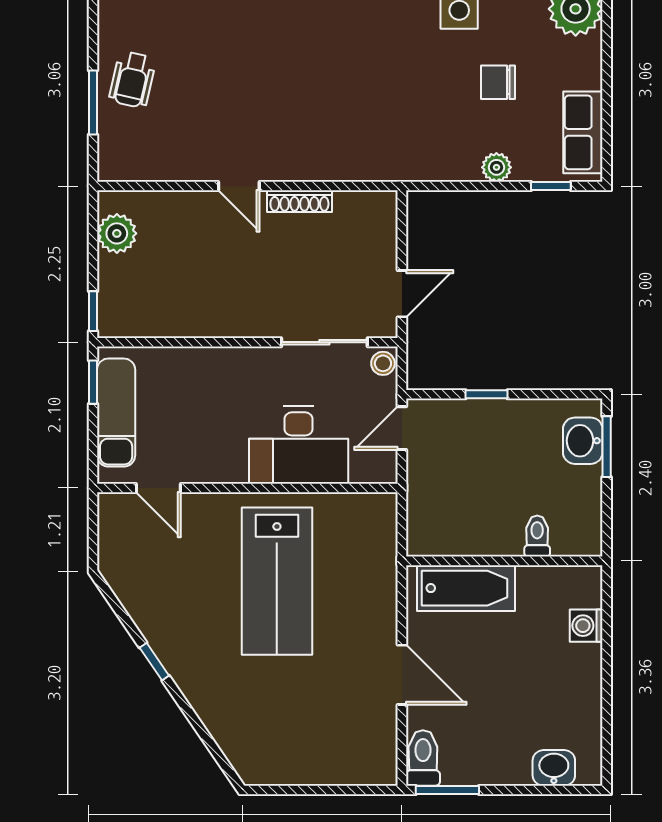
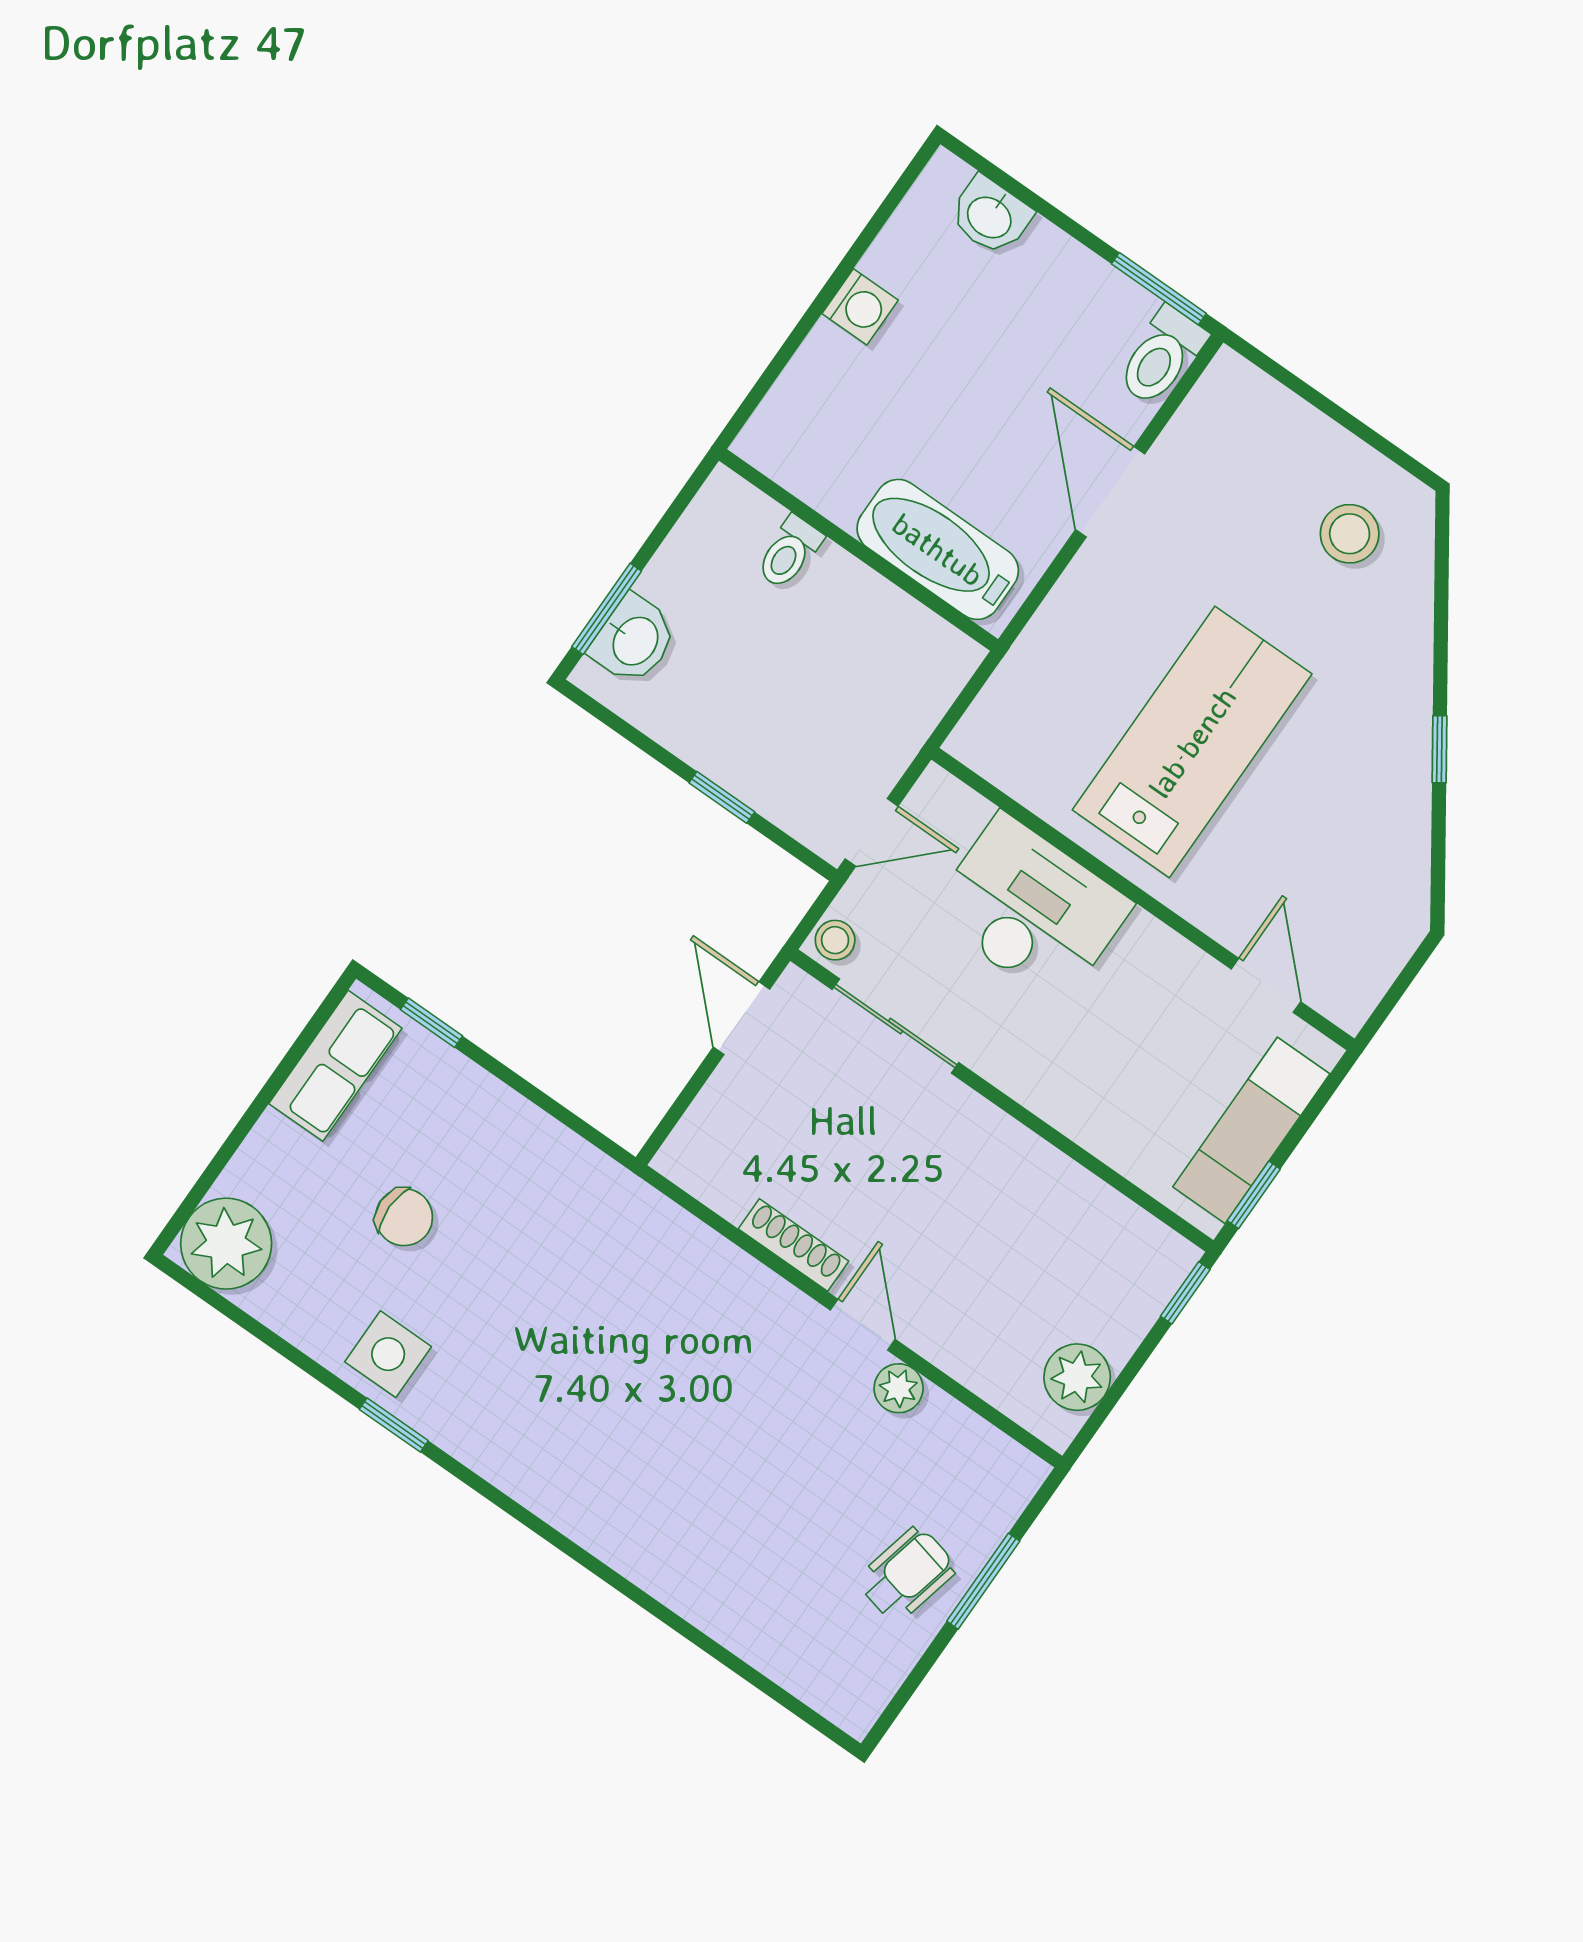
plant: (496, 167) -> (899, 1388), moved
door: (402, 294) -> (742, 1018), hinge flipped
washing machine: (586, 626) -> (860, 307), moved
stool: (271, 736) -> (1350, 534), added

